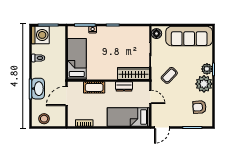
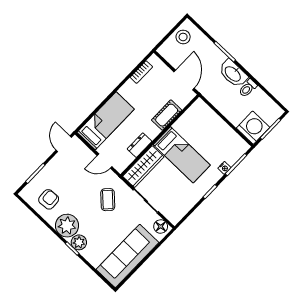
washing machine: (40, 35) -> (253, 128), moved, turned 180
bed: (77, 59) -> (182, 155), moved
washbasin: (38, 89) -> (233, 74), moved

